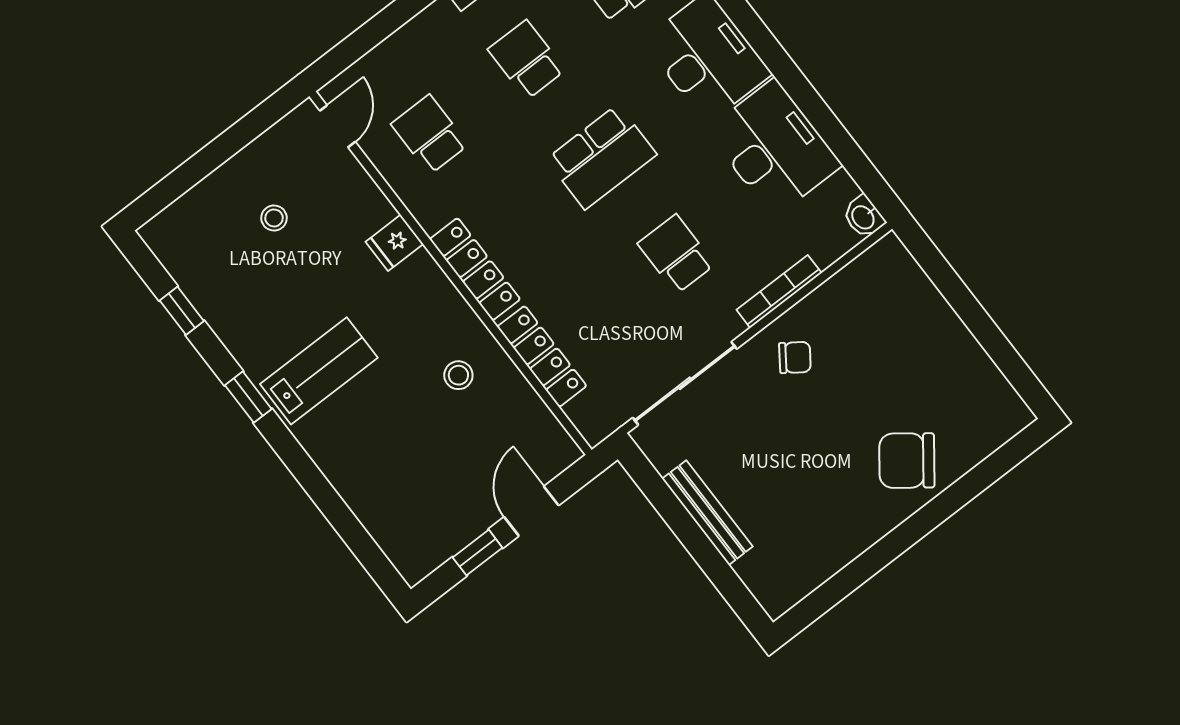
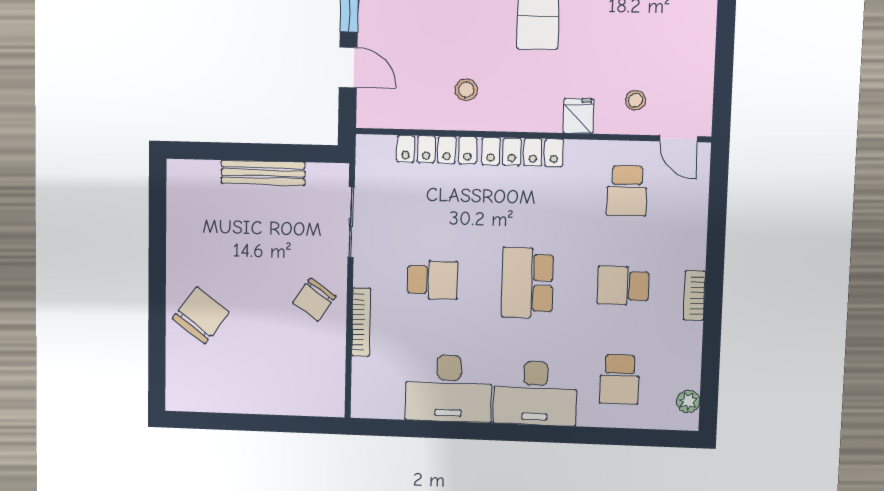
school desk: (527, 60) -> (623, 286), turned 180
school desk: (430, 134) -> (627, 191), turned 90
washbasin: (864, 217) -> (365, 407), removed
stool: (274, 218) -> (636, 100), moved
chair: (795, 357) -> (314, 300), width x1.37, depth x1.37
sliding door: (685, 383) -> (351, 222), width x0.73

